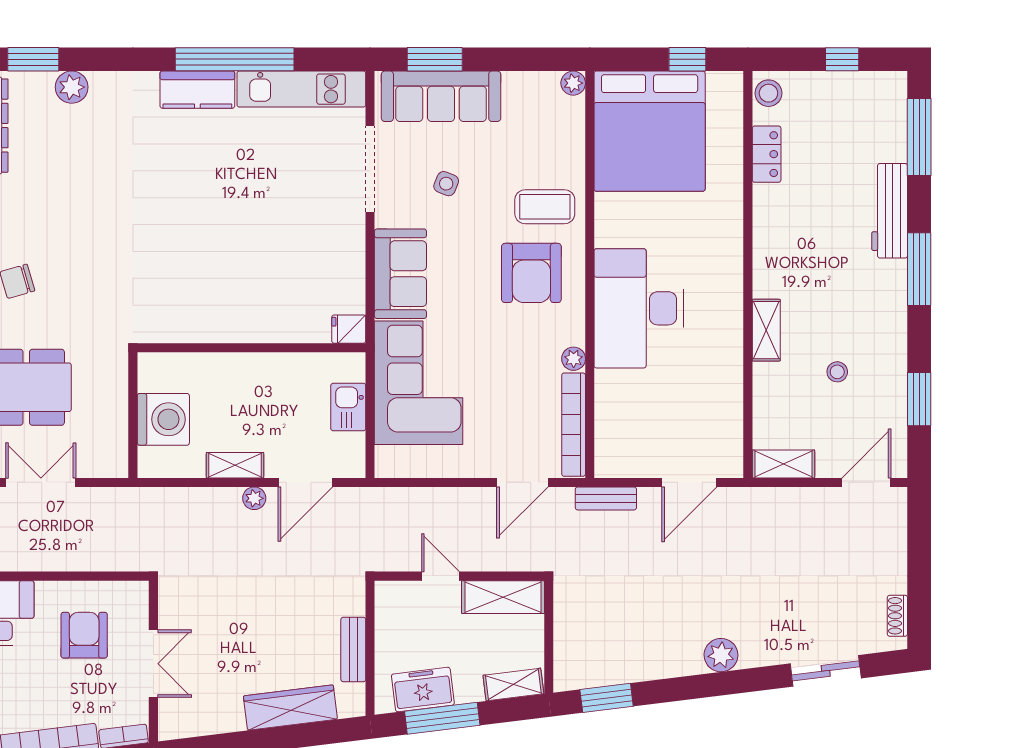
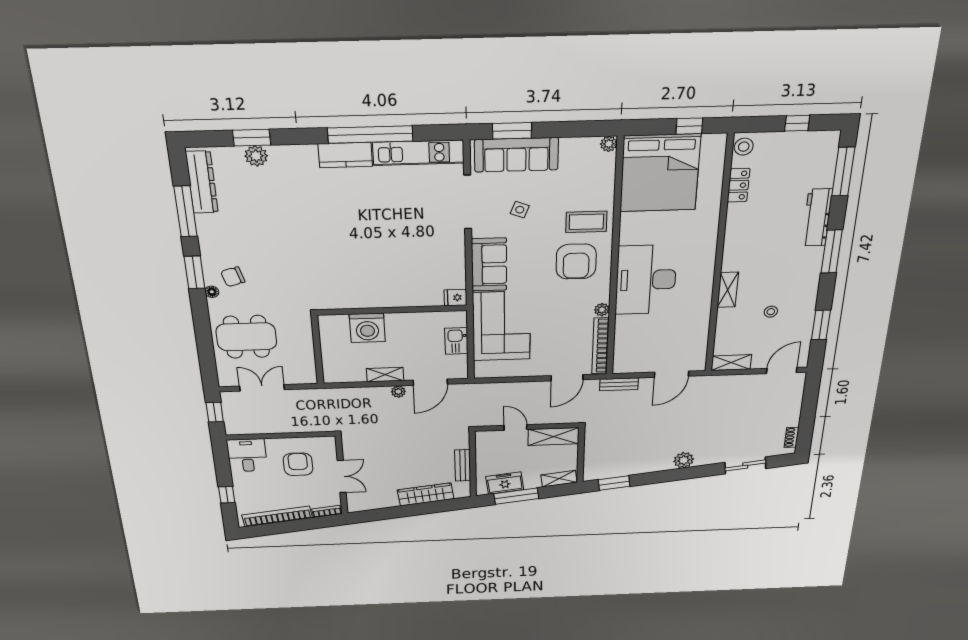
window: (33, 59) -> (252, 138), moved
washing machine: (163, 419) -> (367, 328), moved, turned 90

